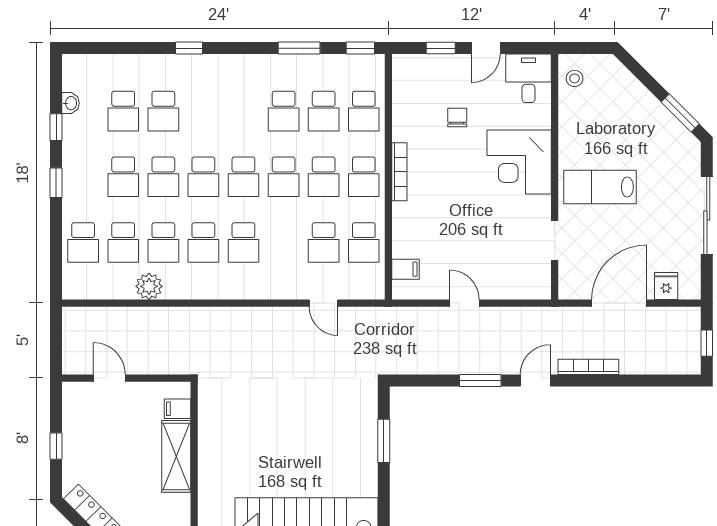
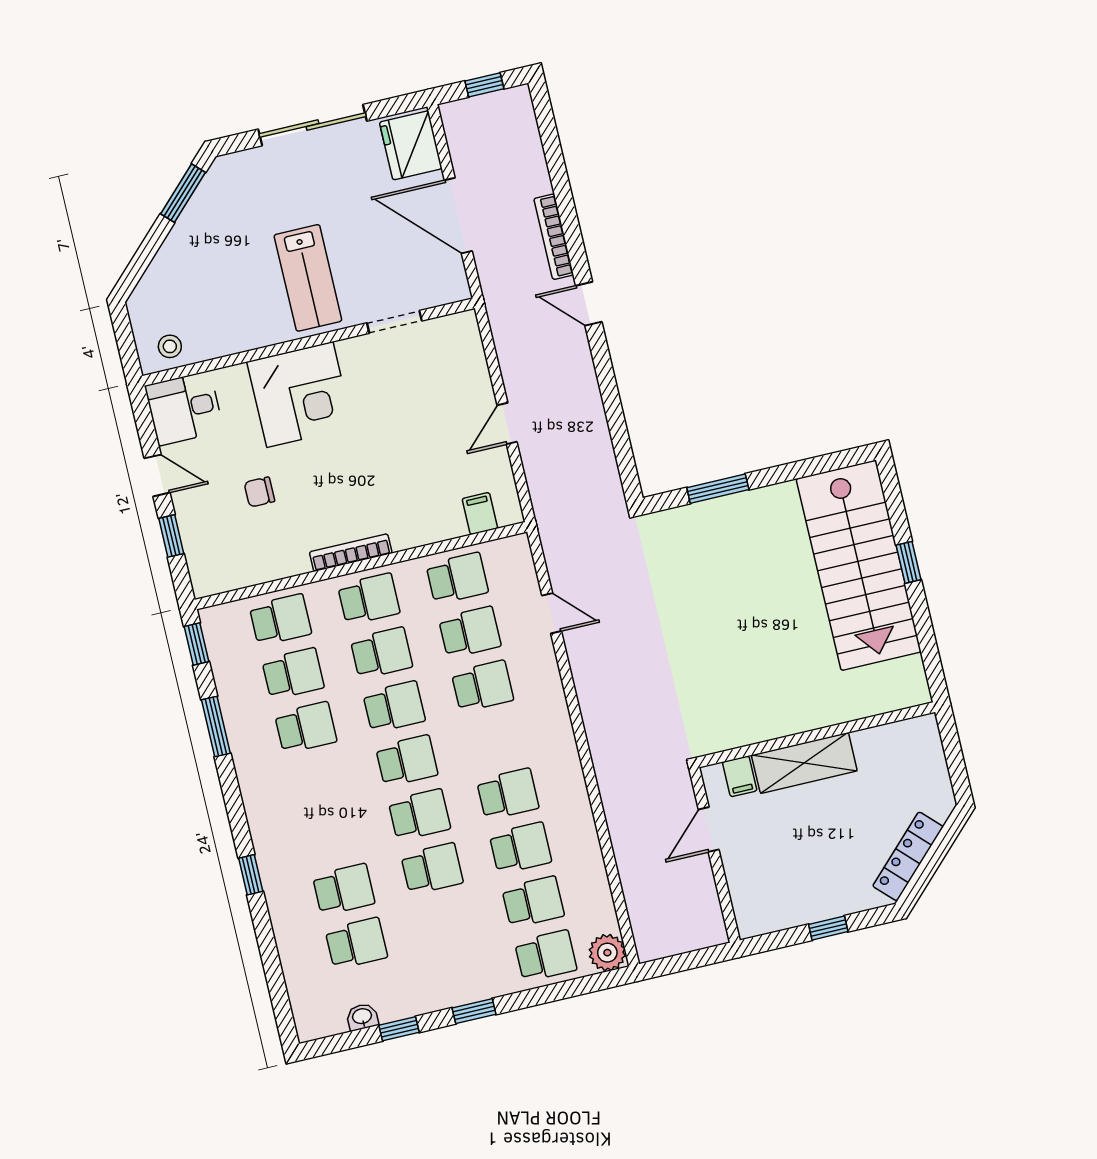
school desk: (123, 177) -> (445, 923), removed
school desk: (243, 242) -> (482, 686), moved
plant: (149, 286) -> (607, 953), moved
fridge: (666, 286) -> (411, 145), width x1.88, depth x1.34
door: (323, 303) -> (552, 613), hinge flipped
door: (109, 378) -> (709, 829), moved
window: (480, 380) -> (606, 378), removed

